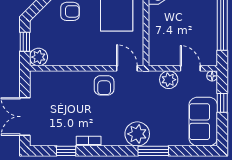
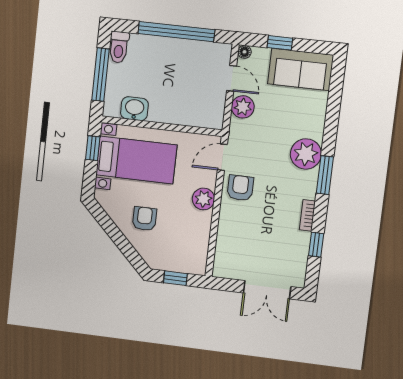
plant: (39, 57) -> (203, 199), moved
door: (190, 68) -> (232, 78), swing flipped
armchair: (104, 85) -> (240, 188), turned -90
window: (153, 151) -> (325, 175), moved

